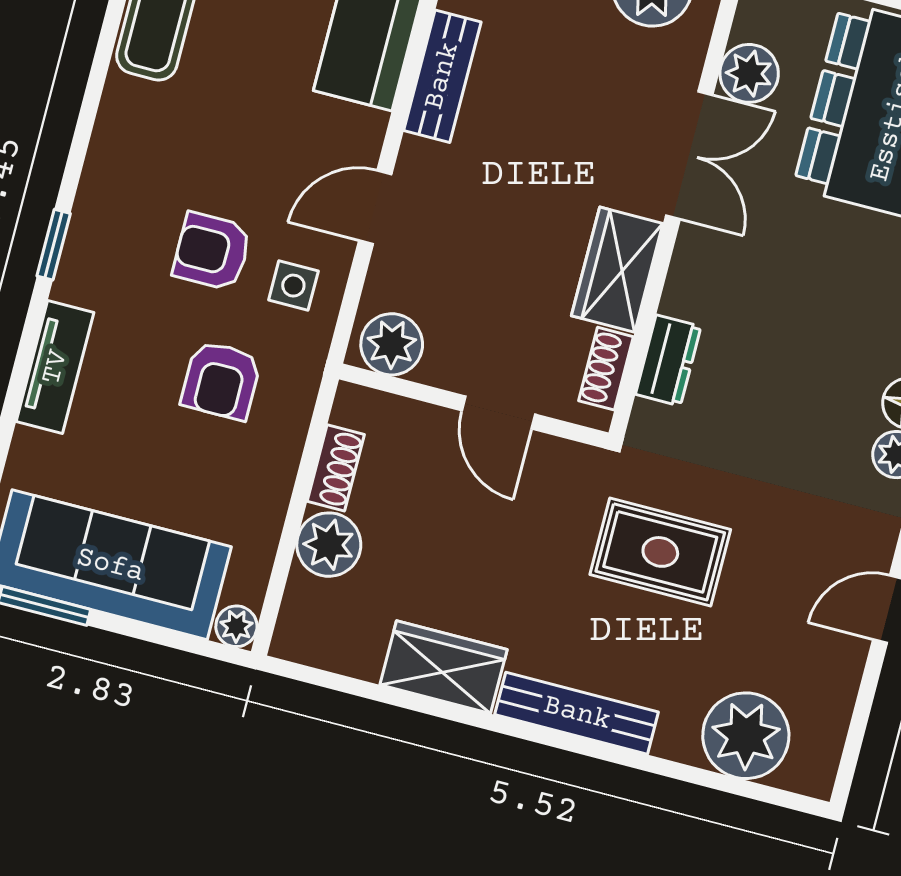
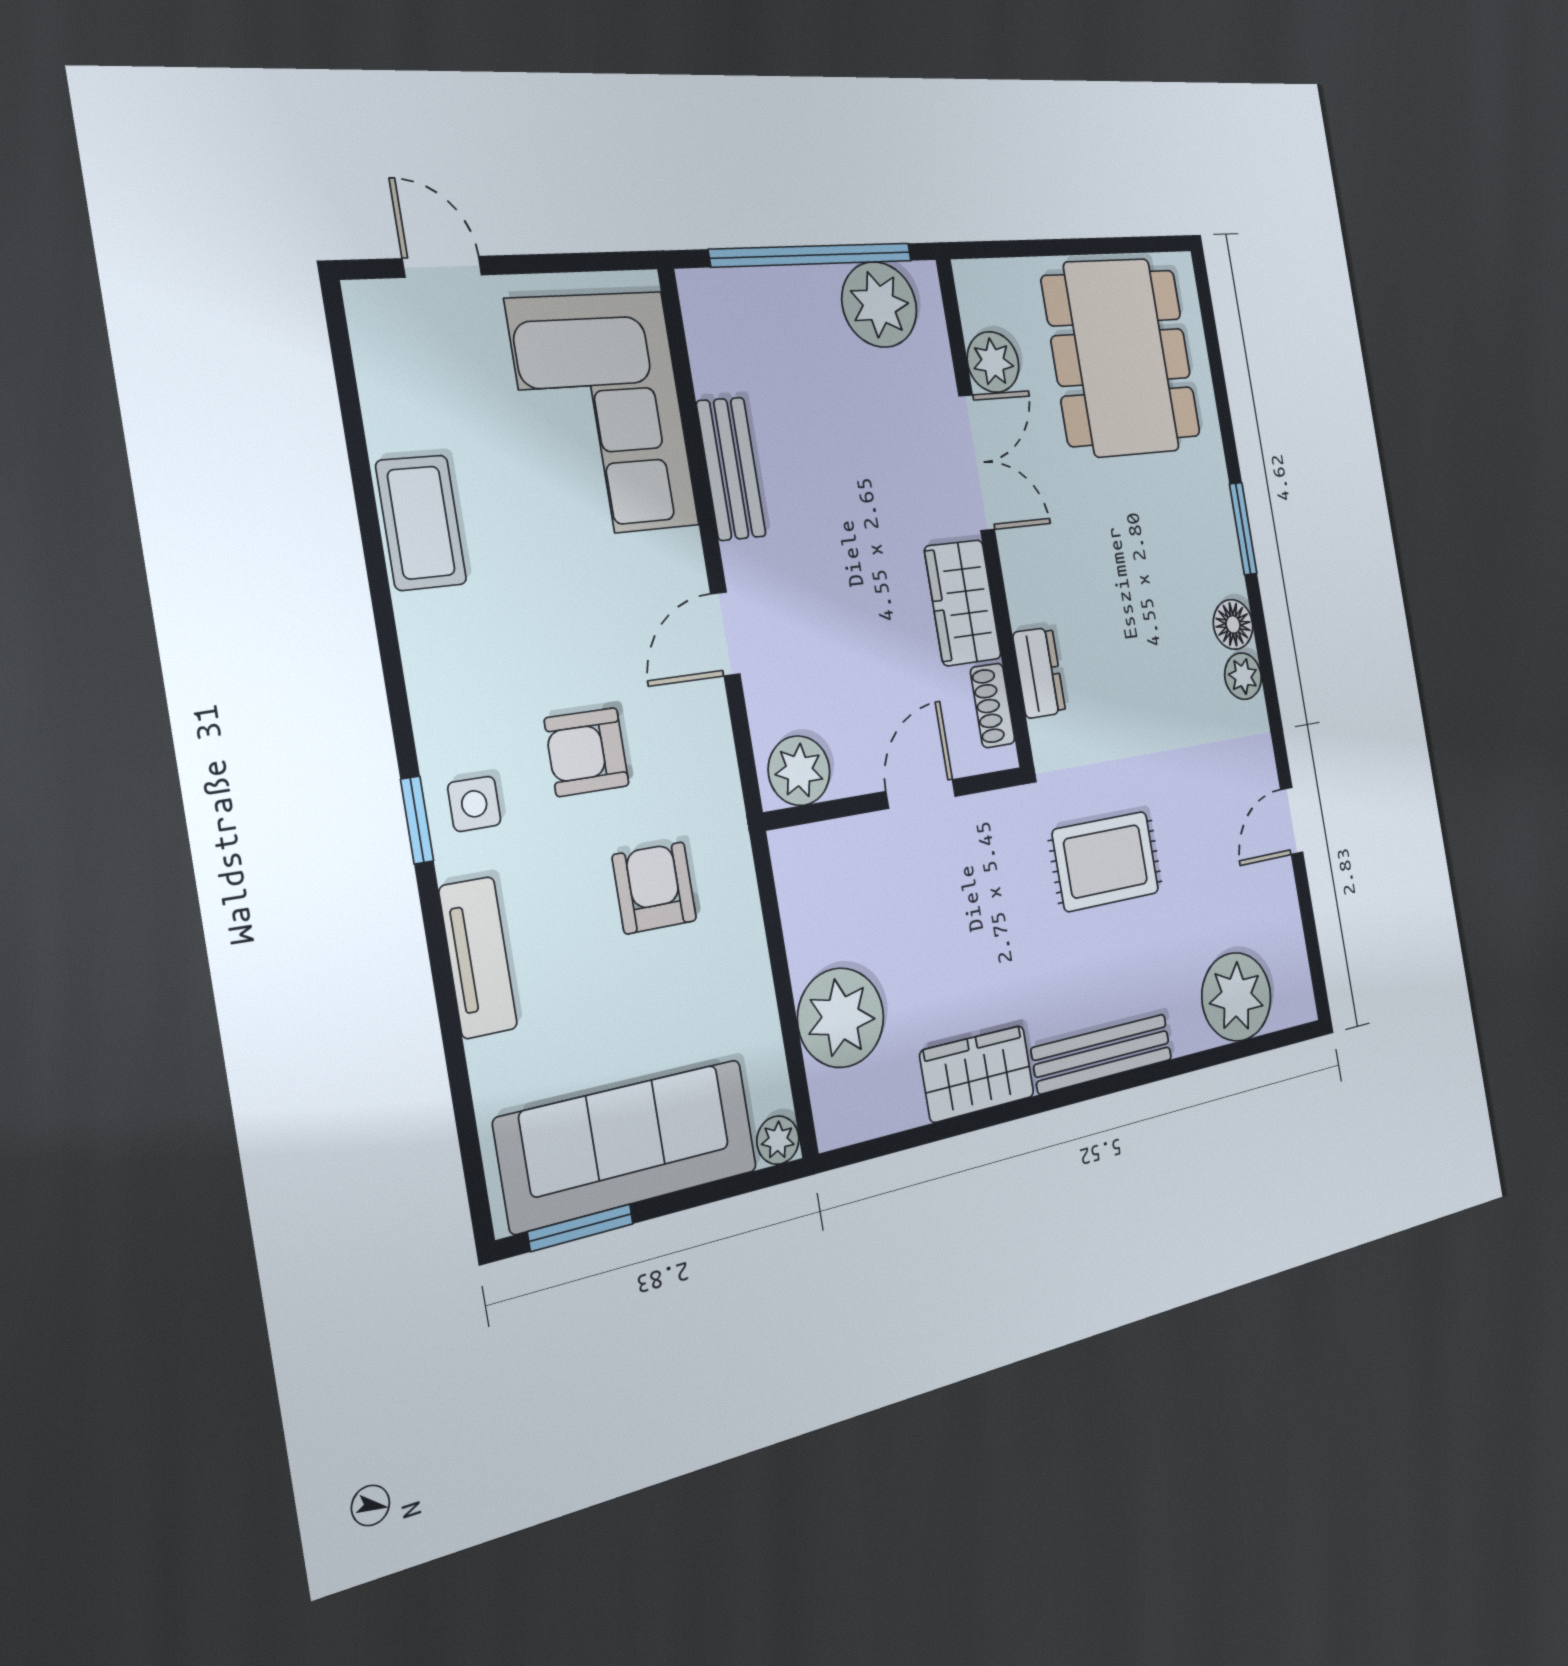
side table: (293, 286) -> (474, 804), moved
armchair: (221, 380) -> (654, 888), turned 180
door: (498, 412) -> (921, 794), swing flipped
shoe rack: (336, 468) -> (801, 925), removed
plant: (329, 545) -> (841, 1018), width x1.36, depth x1.36

